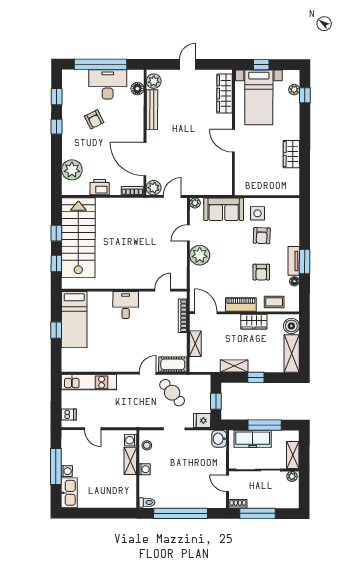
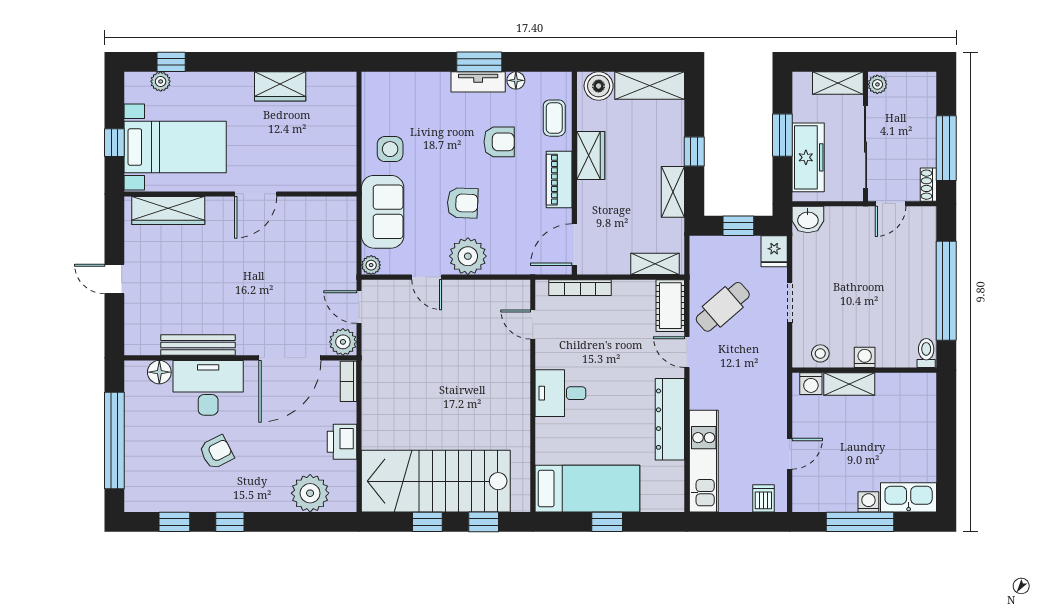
plant: (154, 81) -> (145, 342), removed
desk: (108, 84) -> (208, 388), moved, turned 90
armchair: (262, 236) -> (463, 203), moved
shelving: (195, 344) -> (655, 264), moved
dresser: (112, 364) -> (670, 419), added
window: (265, 425) -> (782, 135), width x0.69

